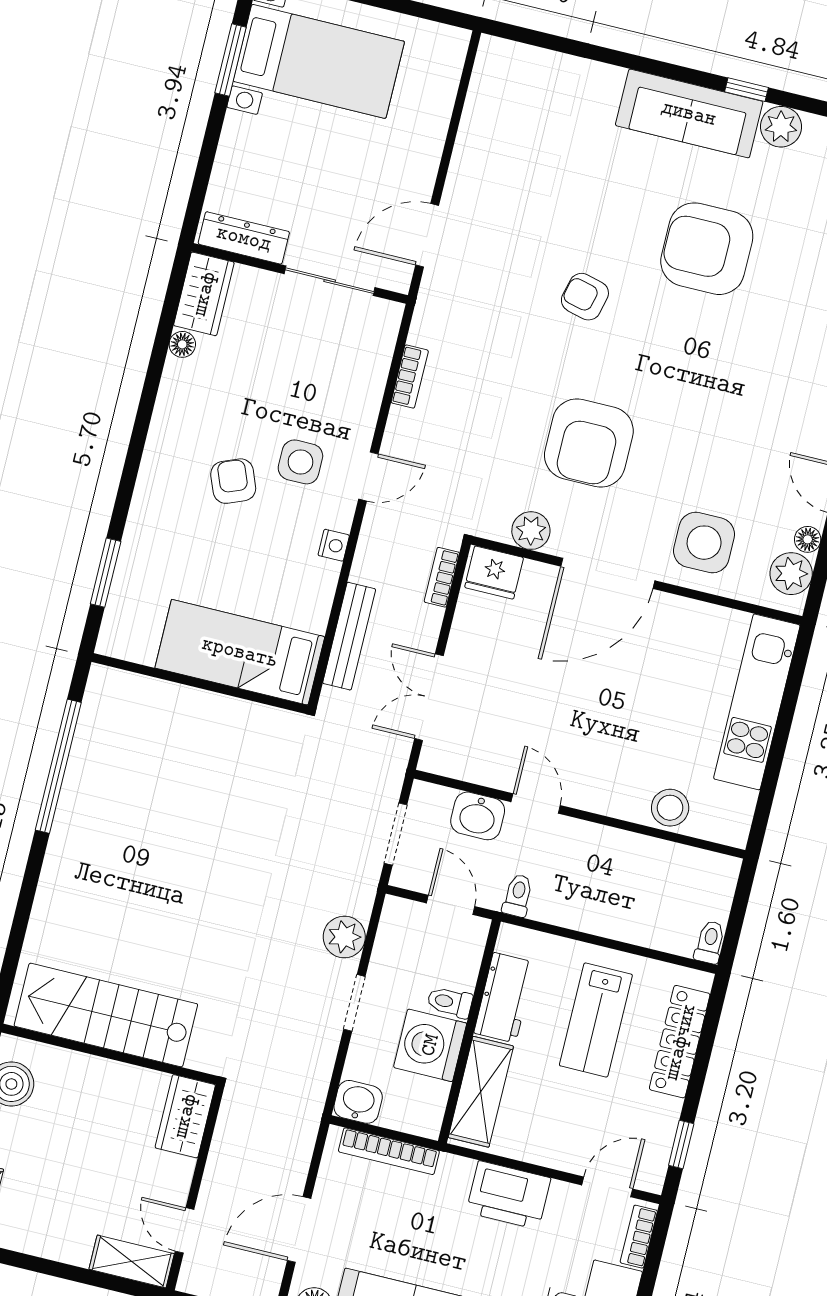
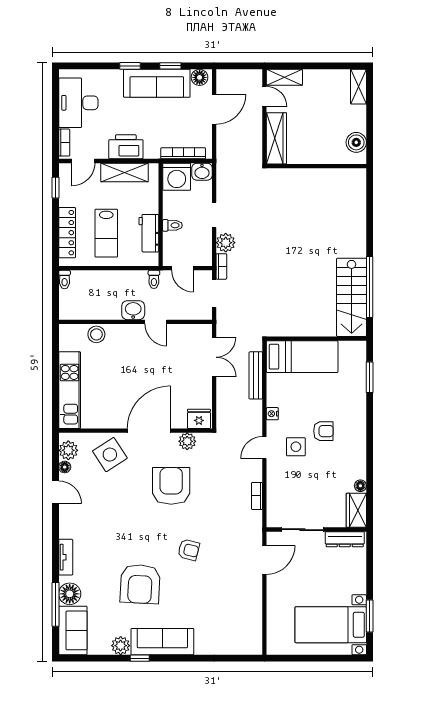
armchair: (707, 249) -> (140, 584), turned 93
armchair: (233, 481) -> (323, 431), turned -68
side table: (704, 543) -> (110, 455), turned -33
bookcase: (442, 577) -> (221, 266), moved
washbasin: (478, 816) -> (133, 310), moved
stairs: (106, 1015) -> (352, 297), moved, turned 90
lab bench: (596, 1020) -> (106, 233), turned 180
washing machine: (430, 1045) -> (177, 177), moved, turned 90
shelving: (481, 1092) -> (124, 172), moved, turned 90
wardrobe: (185, 1116) -> (276, 138), width x1.50

